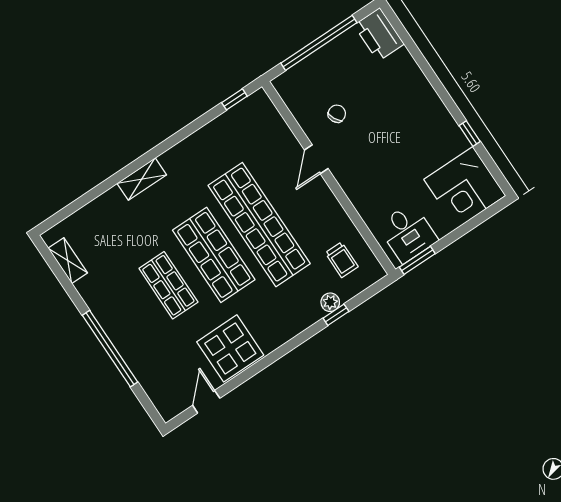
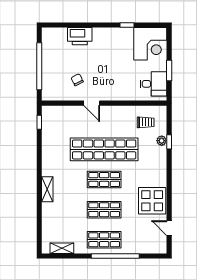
printer: (379, 34) -> (80, 36), moved
shop shelf: (214, 255) -> (104, 180), width x0.70, depth x0.74
window: (417, 260) -> (169, 71), moved
shop shelf: (123, 316) -> (104, 240), added

